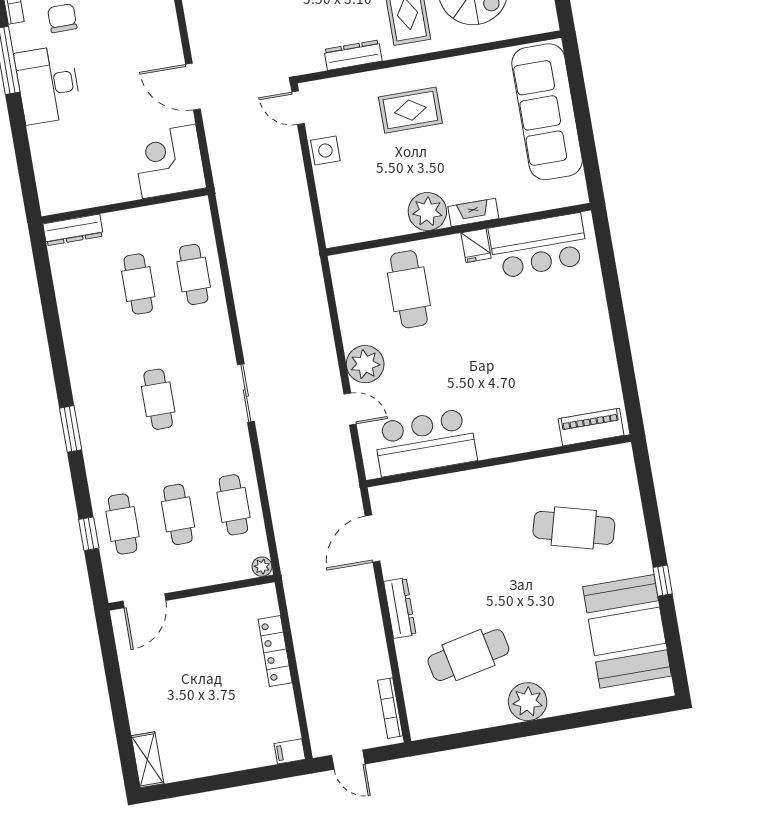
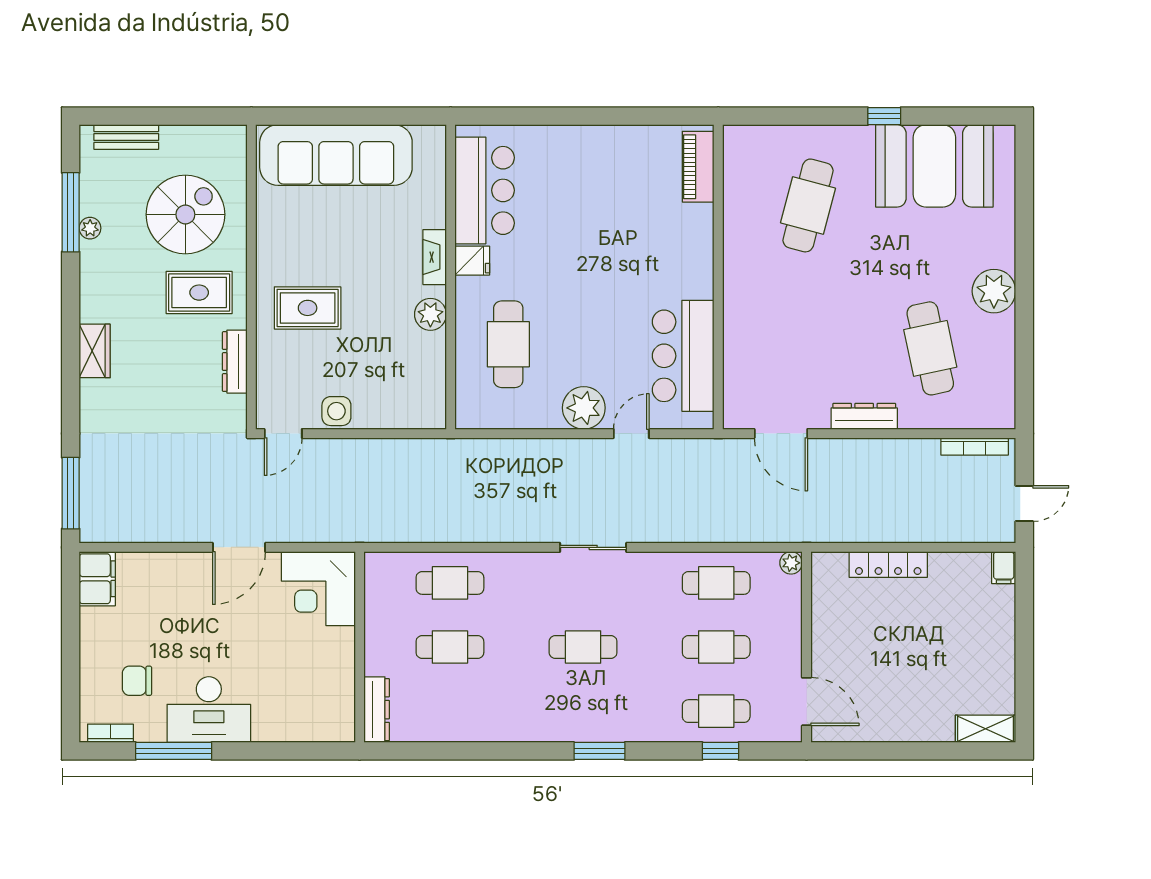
rug: (410, 110) -> (308, 308), turned 90
plant: (427, 212) -> (430, 314), width x0.73, depth x0.73
cafe table: (409, 289) -> (508, 344), turned 90

